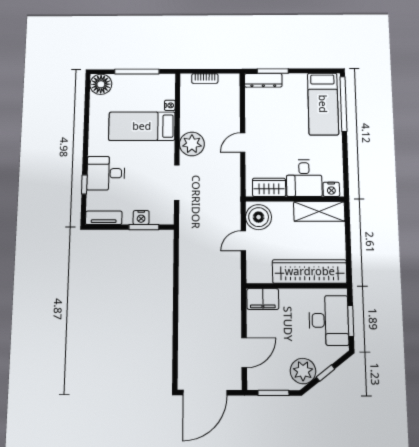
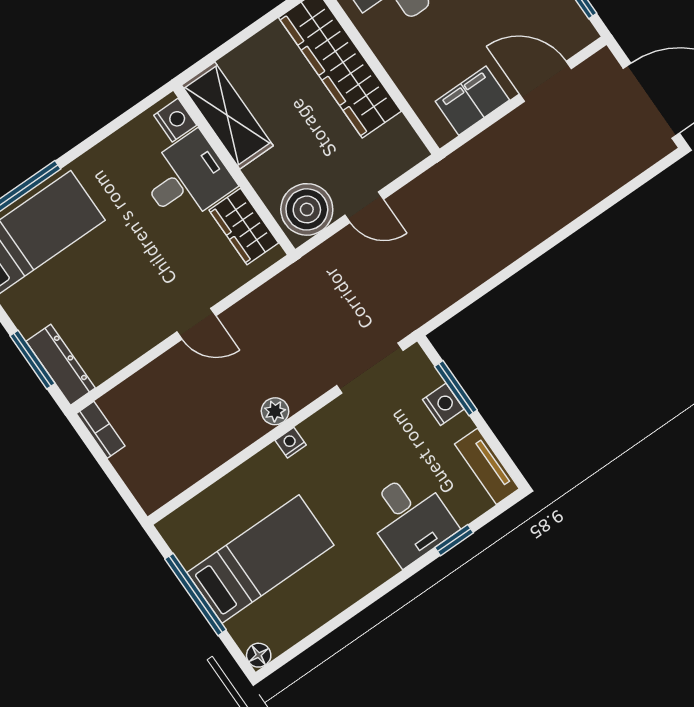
bookcase: (205, 79) -> (101, 430), moved
floor lamp: (101, 84) -> (259, 655), width x0.53, depth x0.53
nightstand: (170, 105) -> (291, 443), moved
bed: (142, 126) -> (260, 559), moved, turned -90
plant: (192, 144) -> (275, 411), width x0.53, depth x0.53
doorway: (177, 183) -> (370, 368), moved
filing cabinet: (263, 299) -> (472, 101), moved, turned -90

